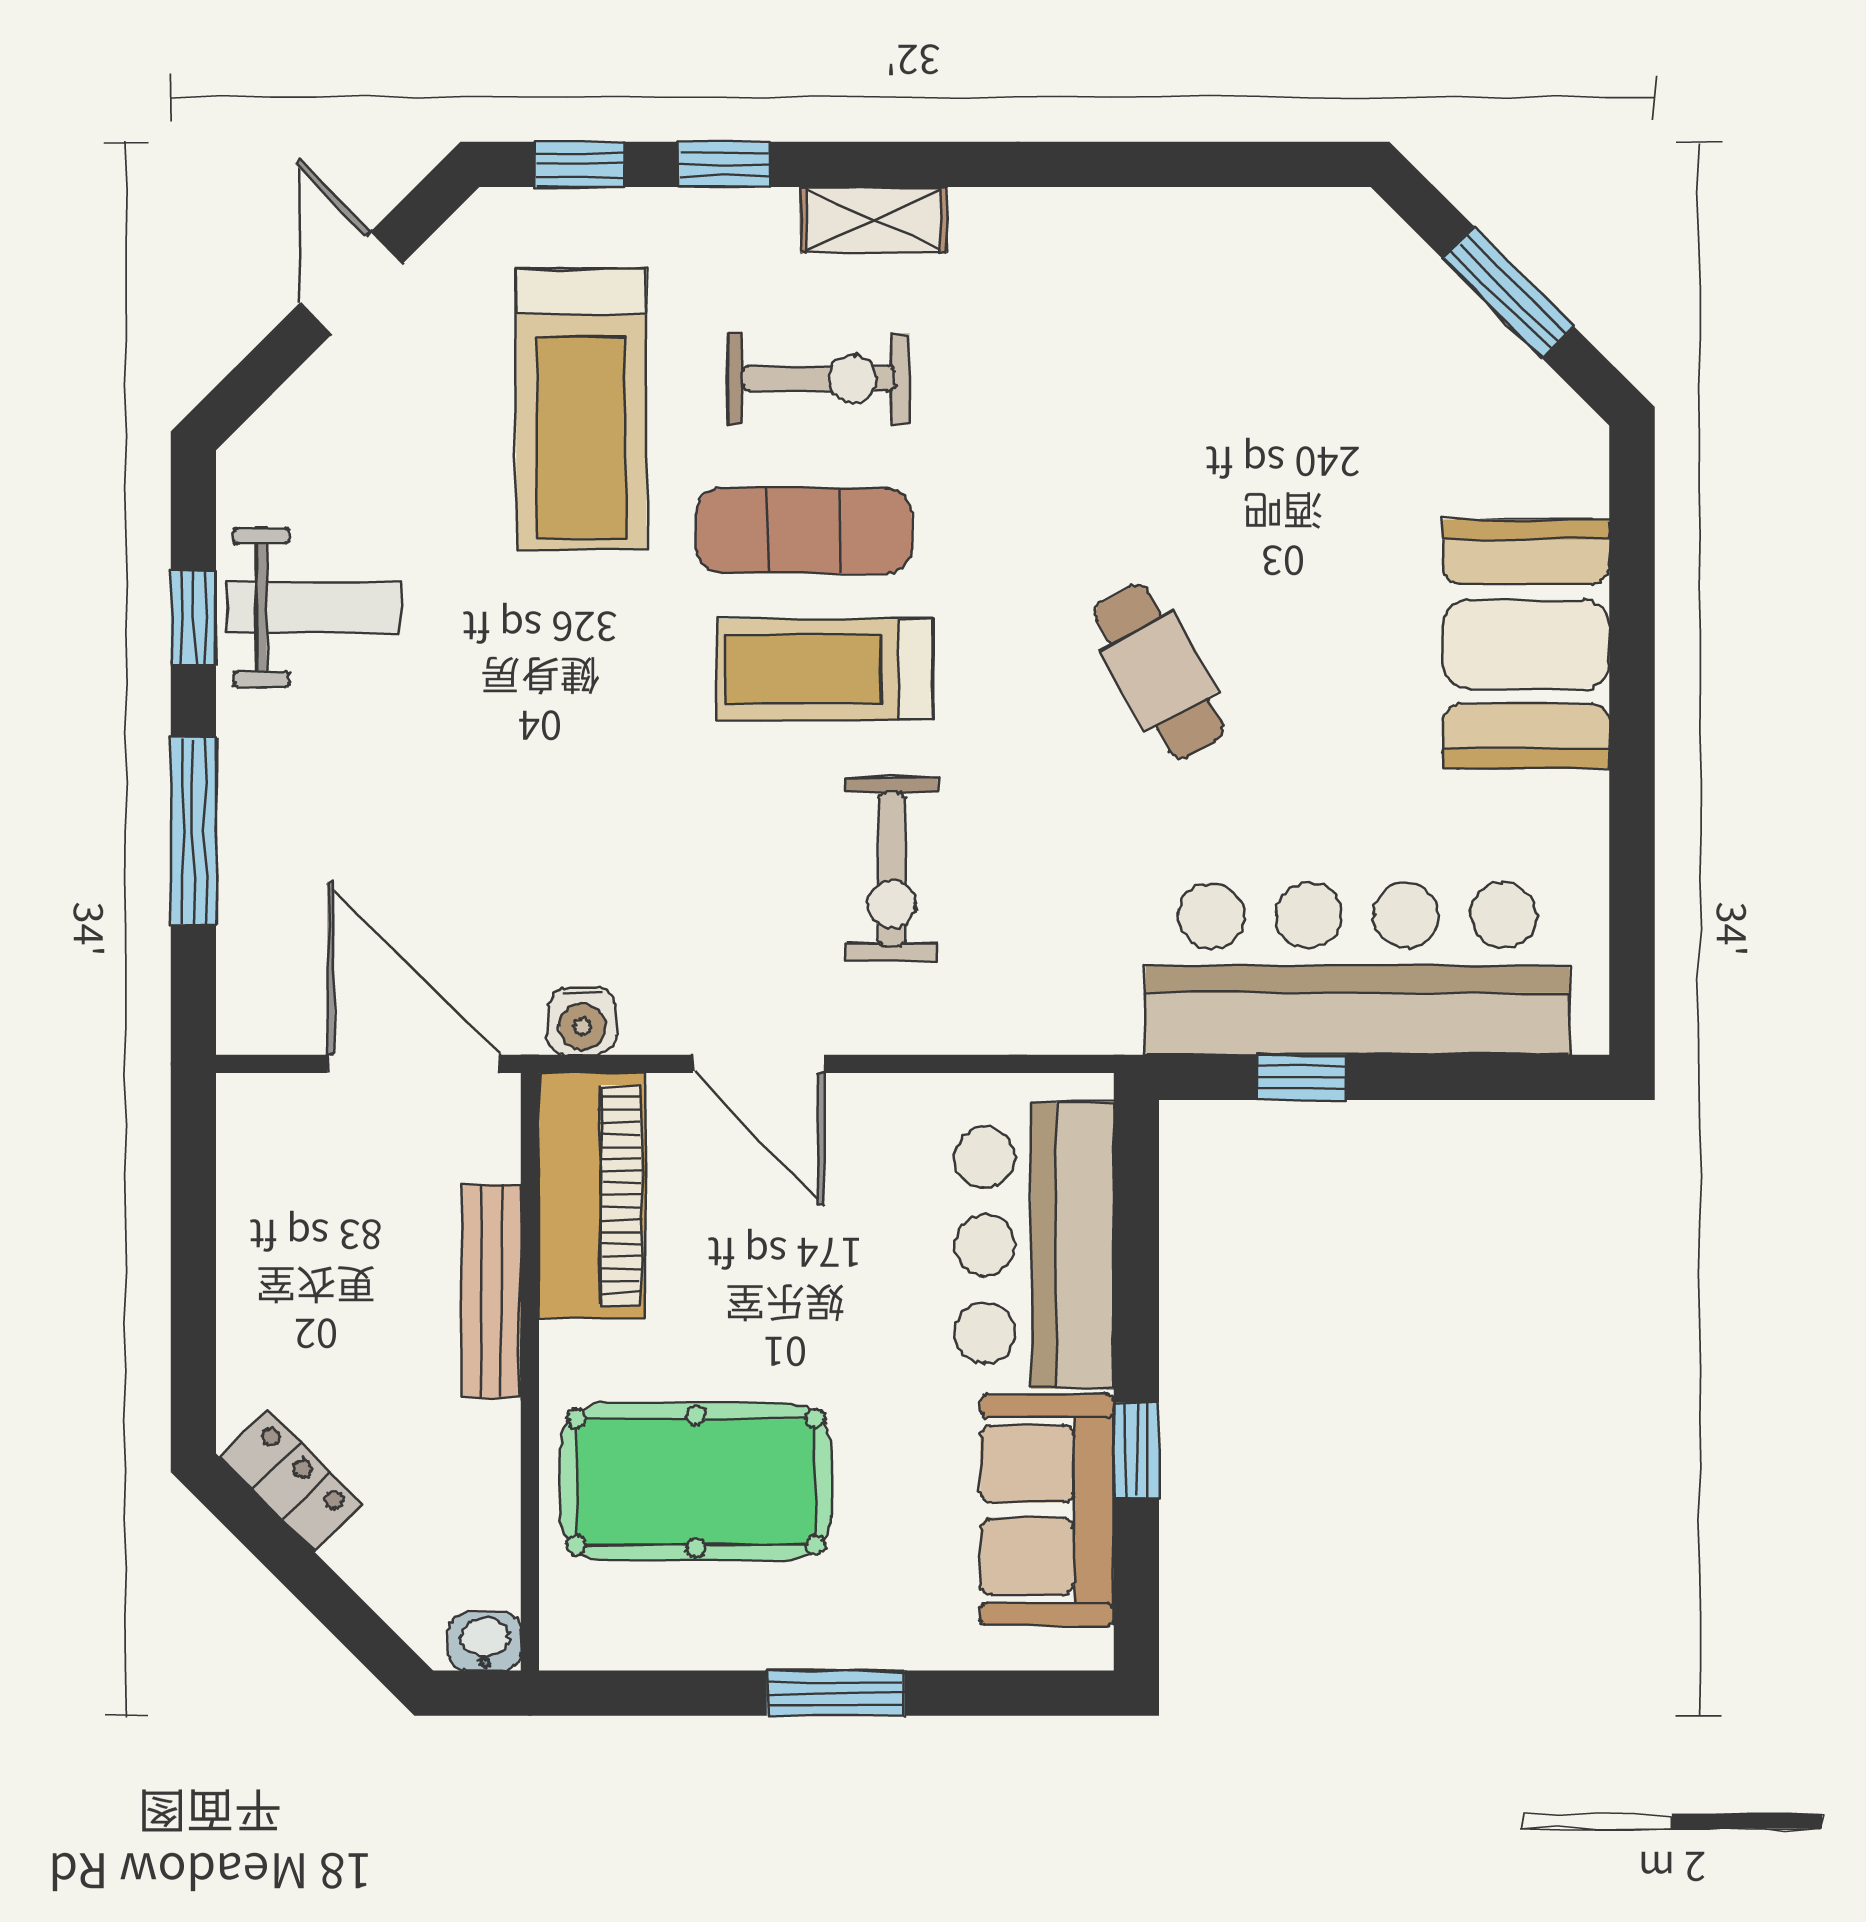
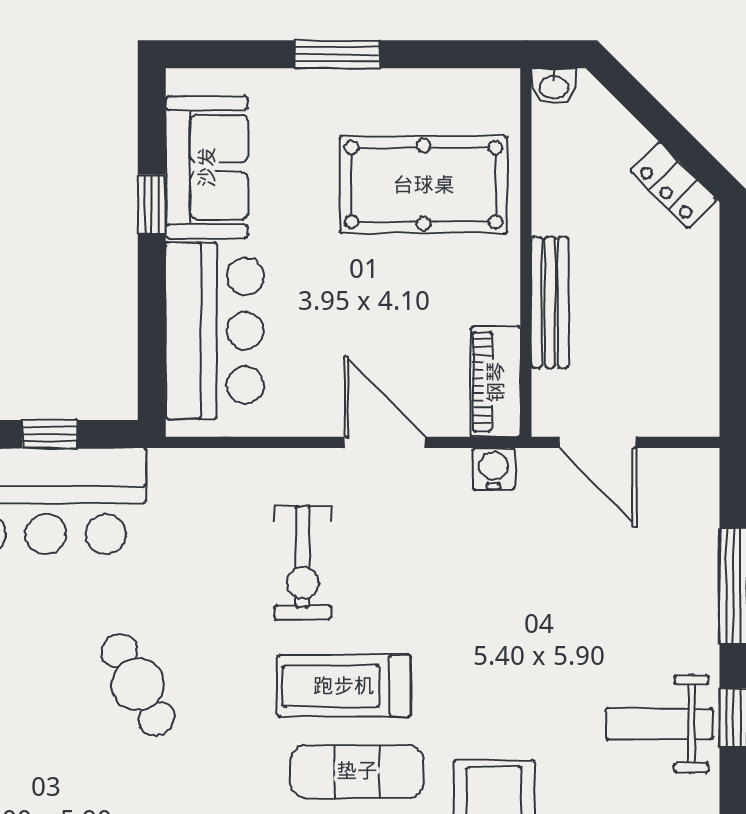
treadmill: (825, 669) -> (344, 686), turned 180
exercise bike: (892, 869) -> (303, 562), turned 180
door: (414, 1064) -> (598, 442), width x0.73
piano: (592, 1195) -> (496, 382), width x0.73, depth x0.75

